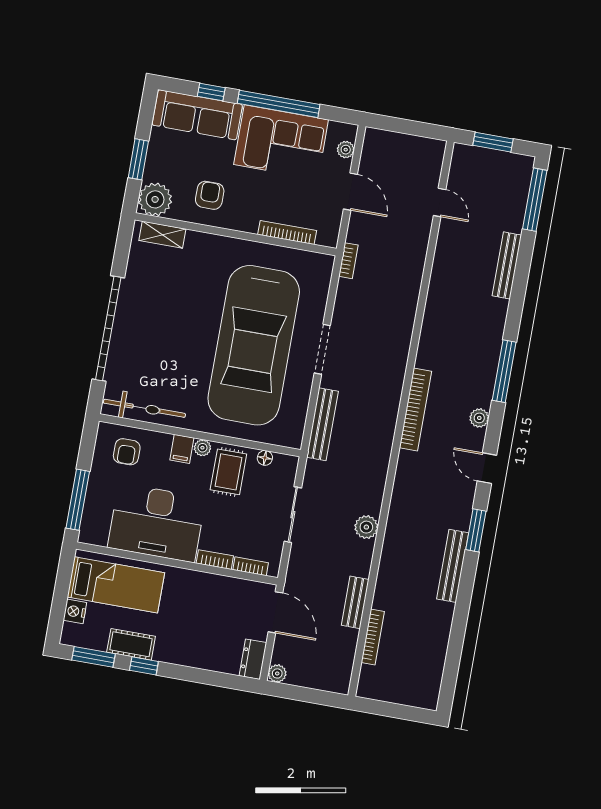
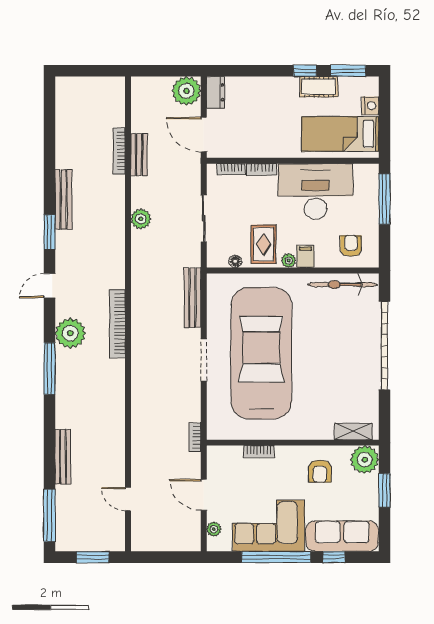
bookcase: (287, 233) -> (259, 452), width x0.64
plant: (479, 418) -> (70, 333), width x1.88, depth x1.88
door: (487, 468) -> (49, 286), swing flipped
bookcase: (373, 637) -> (119, 151), moved
plant: (277, 673) -> (186, 91), width x1.87, depth x1.87

